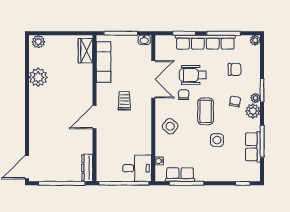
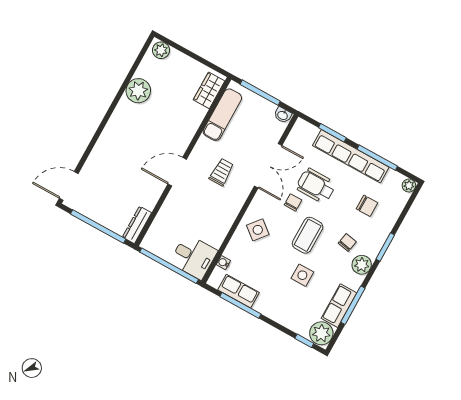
plant: (255, 98) -> (321, 333), moved, width x1.87, depth x1.87

